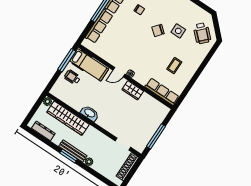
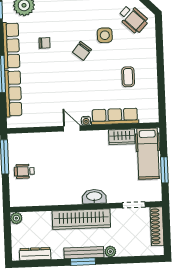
hospital bed: (89, 65) -> (148, 154), moved, turned 90
door: (119, 72) -> (72, 128), swing flipped
wardrobe: (133, 90) -> (122, 137), moved
row of seats: (162, 92) -> (115, 116), moved
washbasin: (90, 113) -> (94, 197), moved
wardrobe: (68, 118) -> (81, 219), moved
window: (156, 136) -> (164, 170), width x0.69

